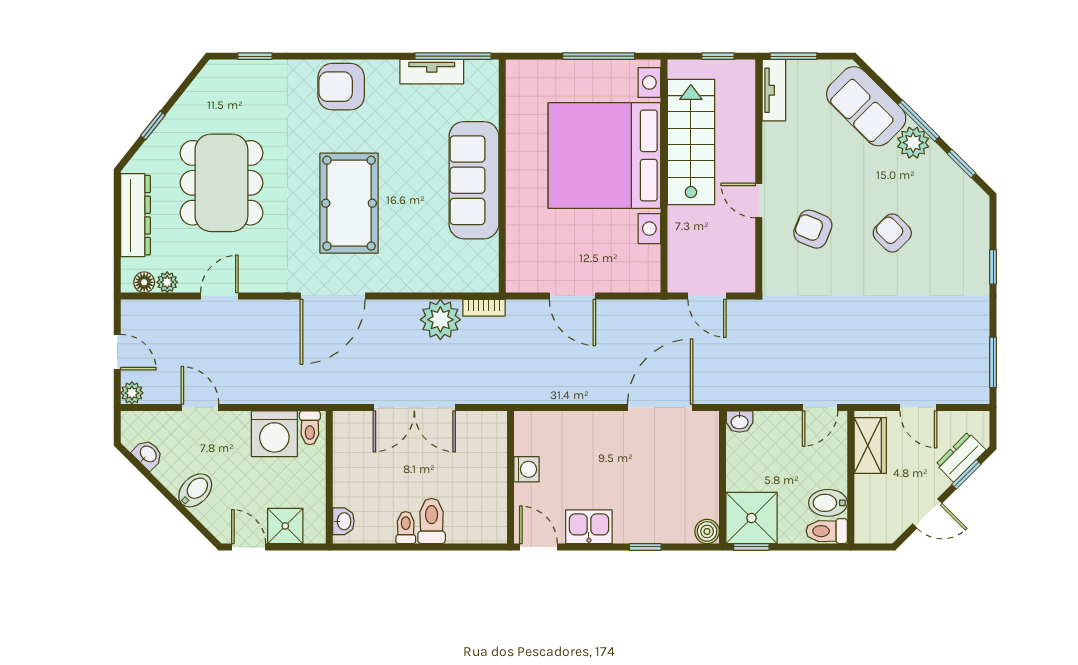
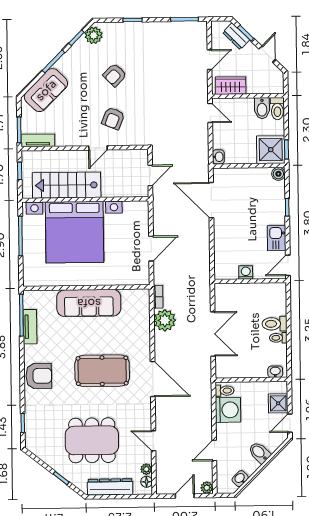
armchair: (341, 87) -> (39, 376), turned -90
plant: (913, 143) -> (94, 35), moved

